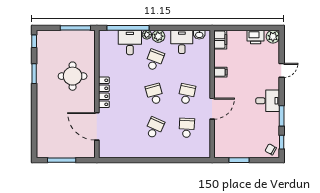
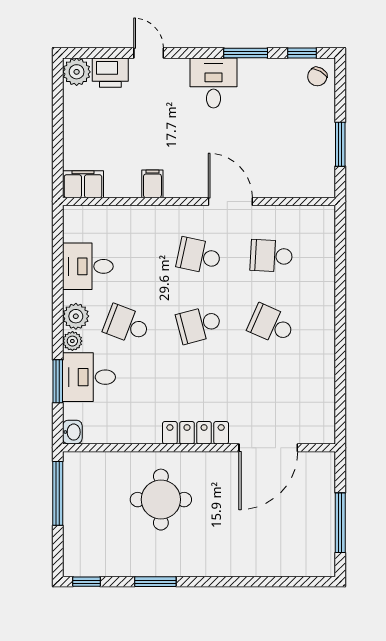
window: (128, 28) -> (58, 381), width x0.47
washbasin: (199, 35) -> (72, 432), moved
printer: (256, 37) -> (110, 73), moved, turned 90

